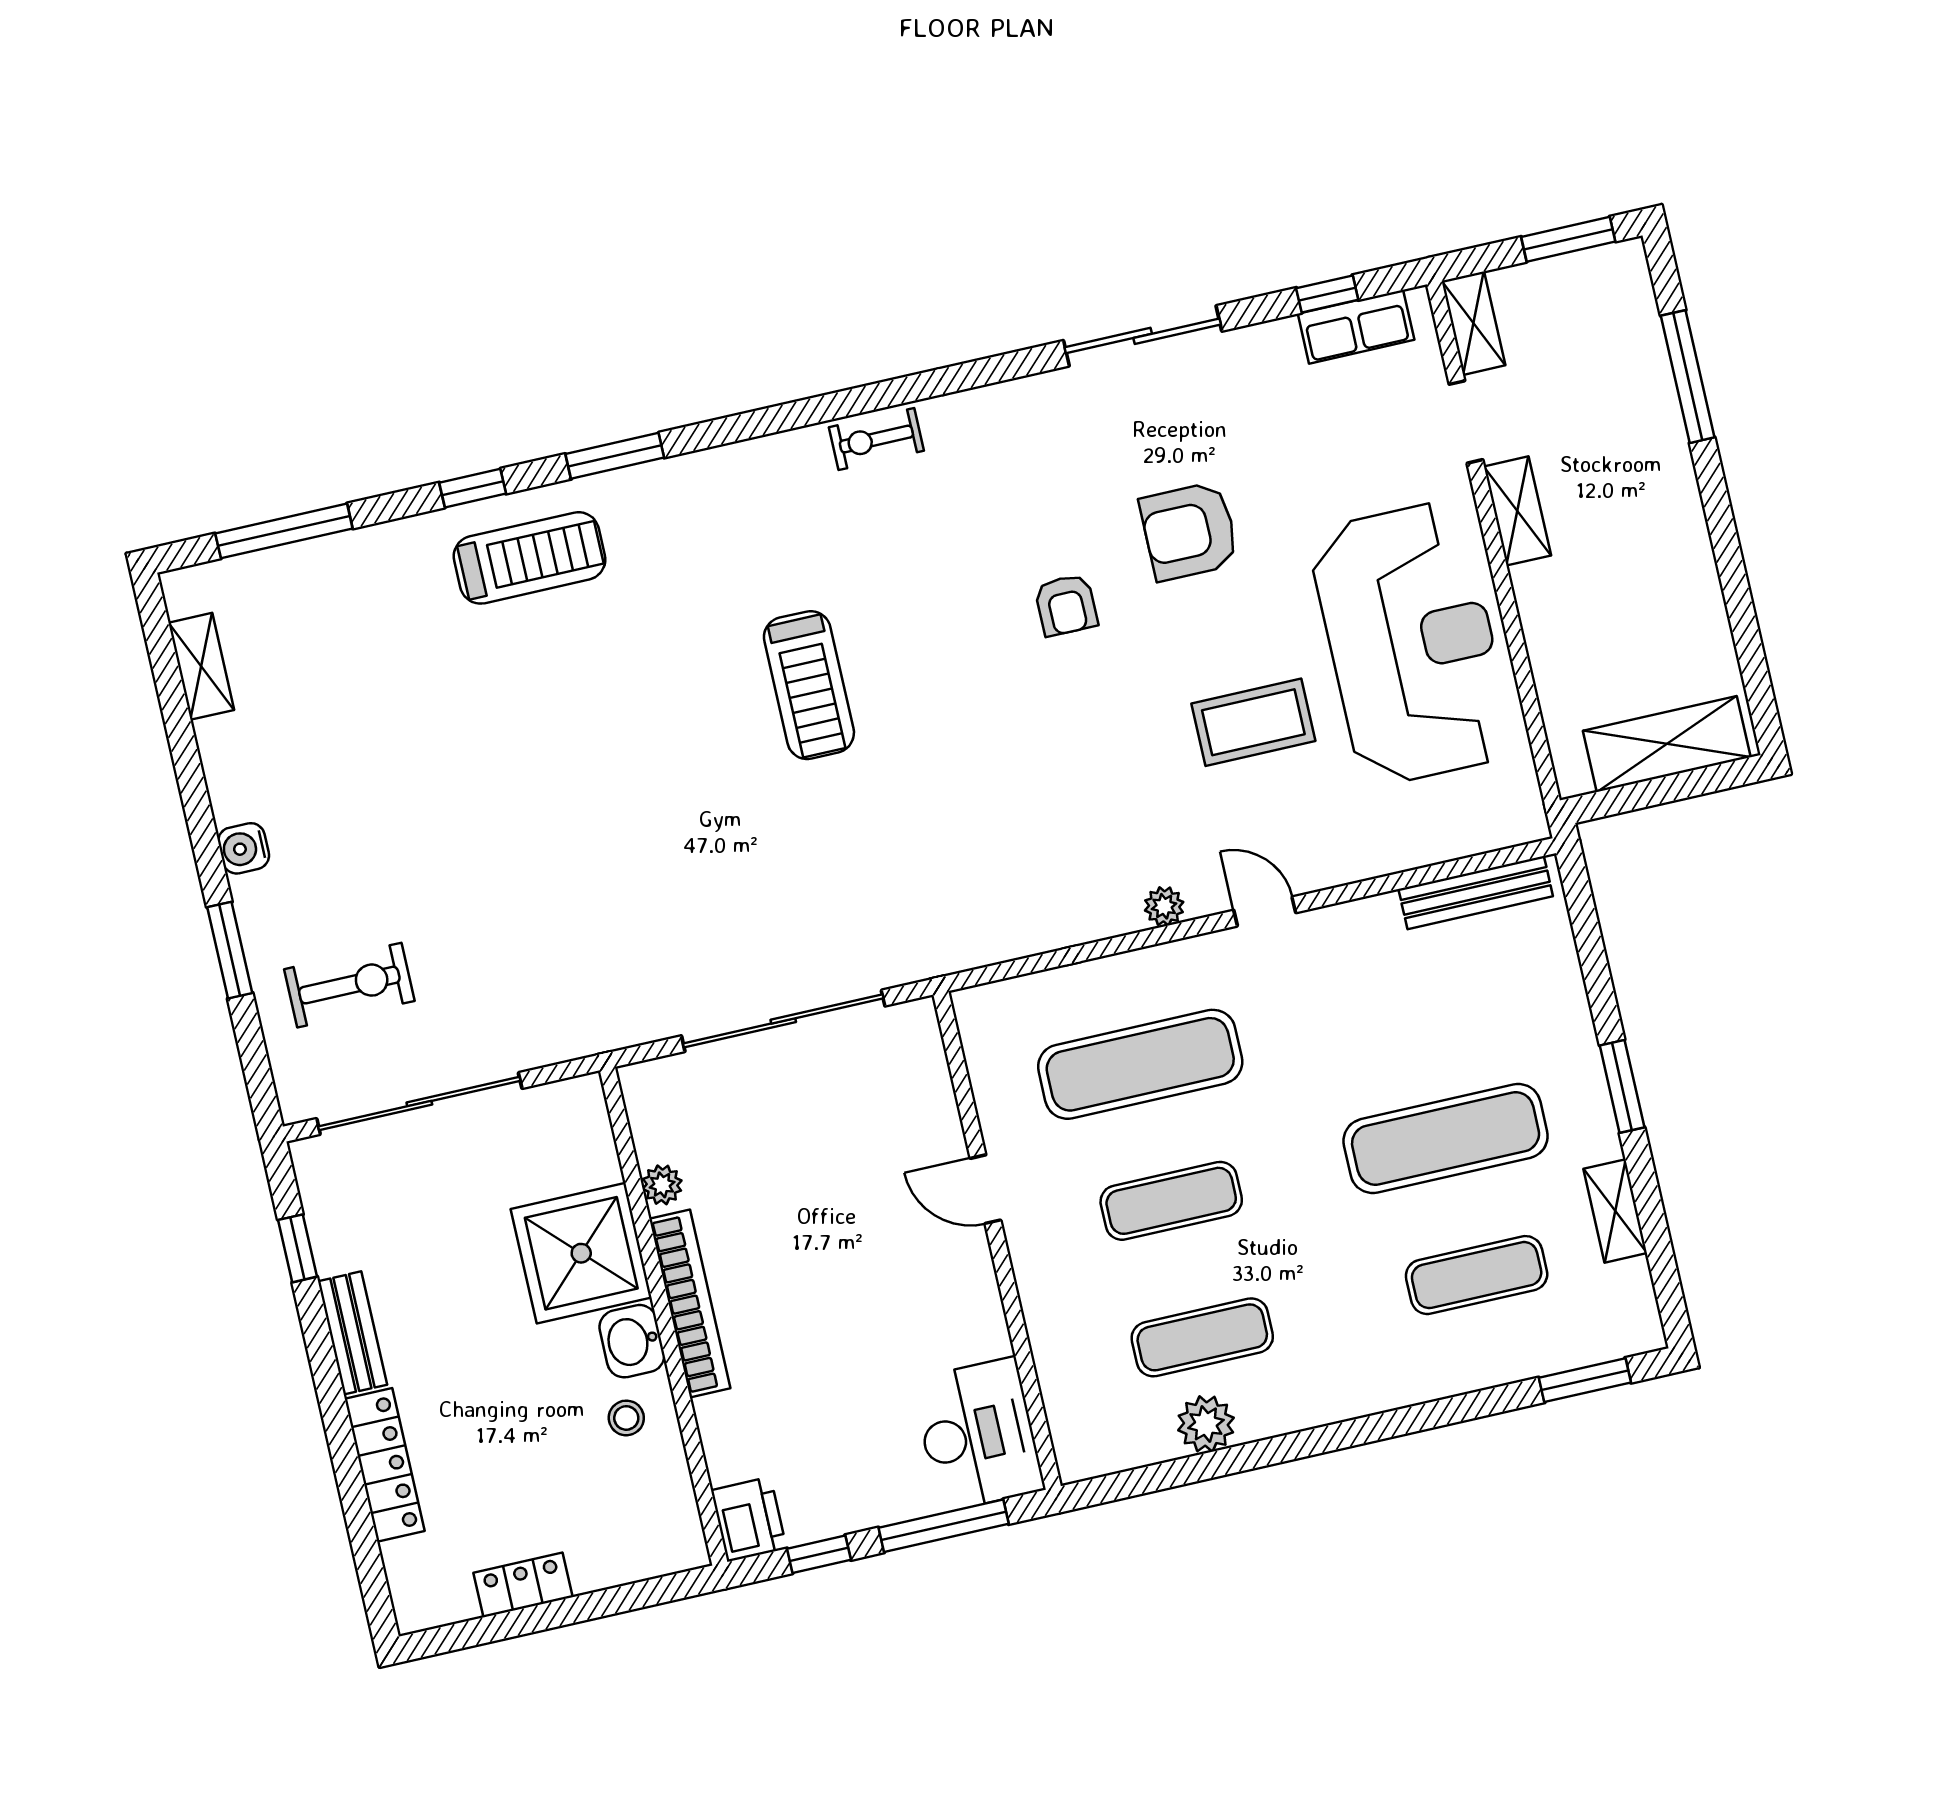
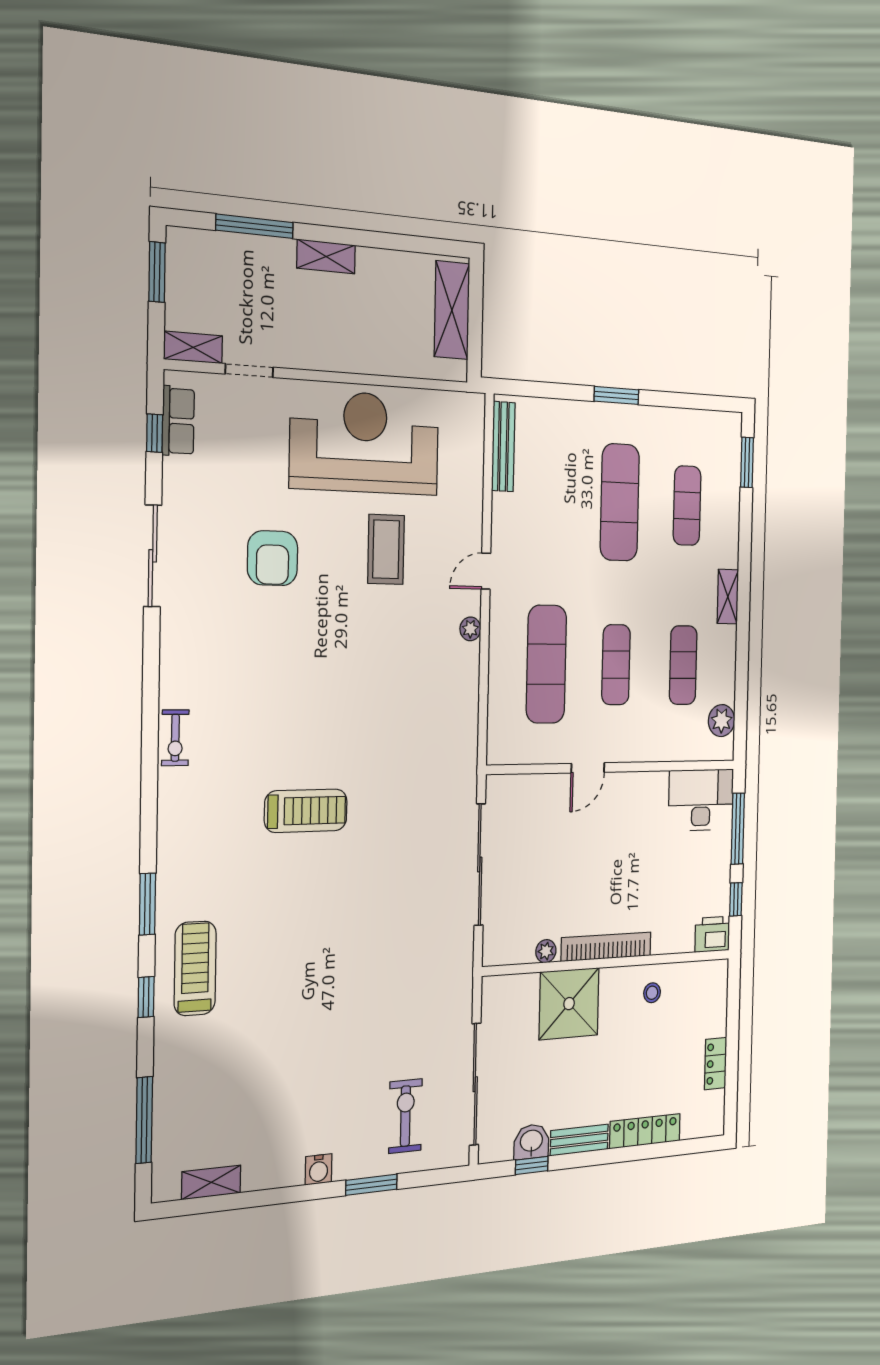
shelving: (1517, 511) -> (326, 257), moved
armchair: (1066, 605) -> (297, 644), removed
shelving: (1615, 1211) -> (728, 597), moved, turned 90
washbasin: (632, 1341) -> (531, 1142), moved, turned 180
plant: (1206, 1424) -> (722, 721), moved

